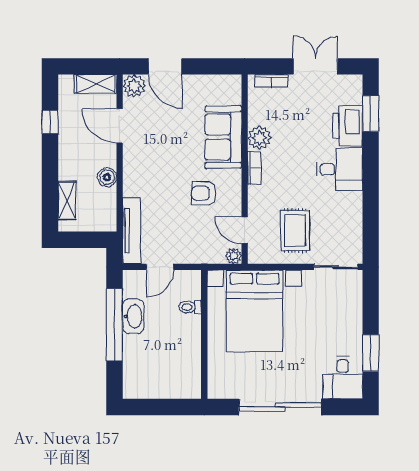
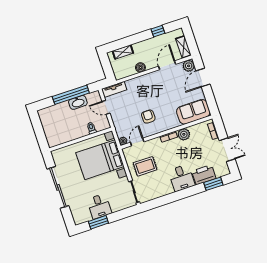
sofa: (223, 137) -> (193, 112), moved
tv unit: (132, 231) -> (114, 89), width x0.71
desk: (343, 378) -> (99, 206), moved, turned -90

